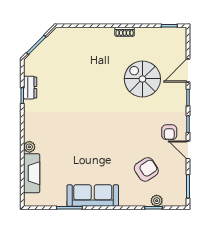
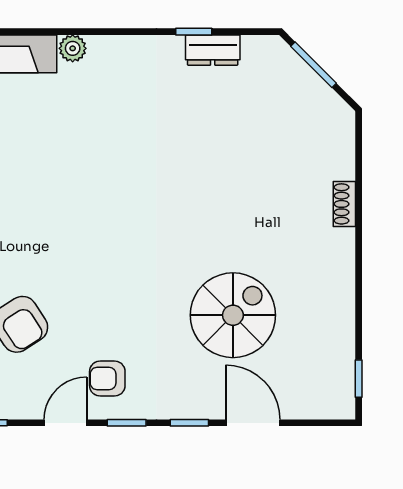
shoe rack: (125, 32) -> (344, 204), moved

